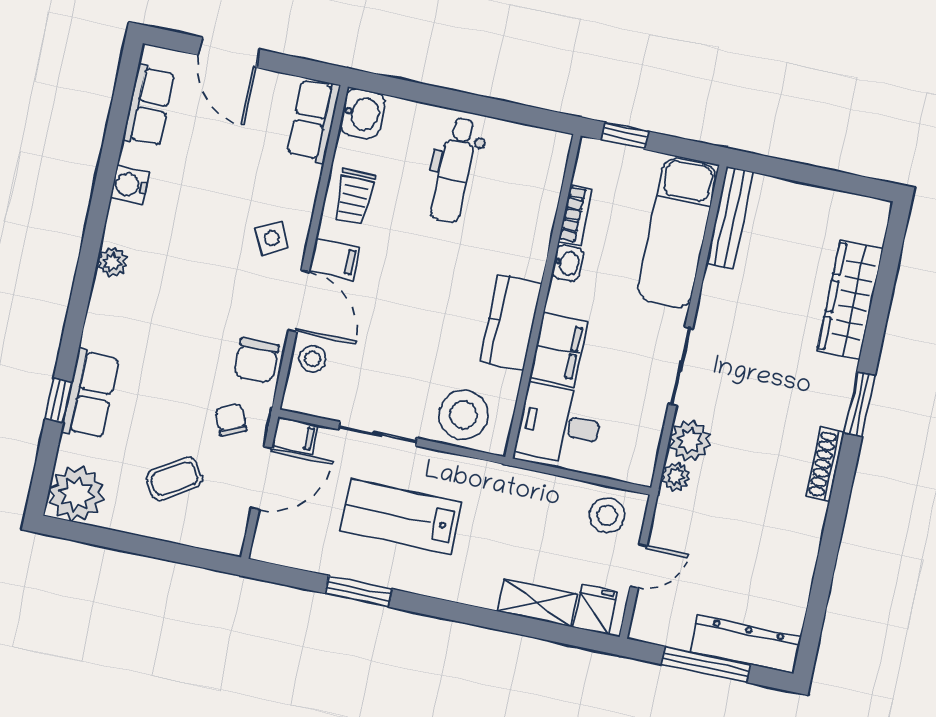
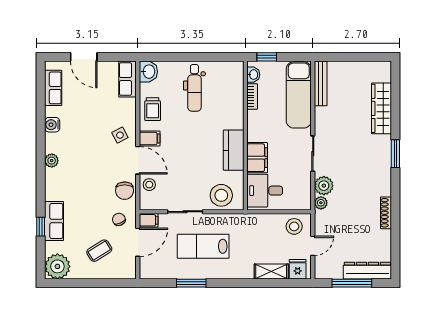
washbasin: (568, 263) -> (253, 75), moved
shoe rack: (825, 464) -> (386, 213), moved

